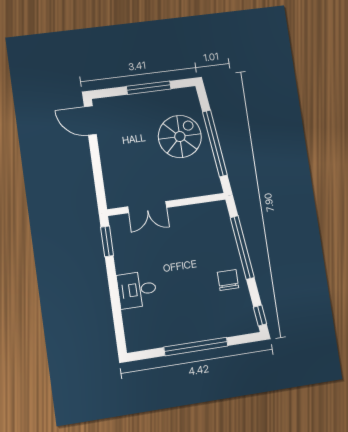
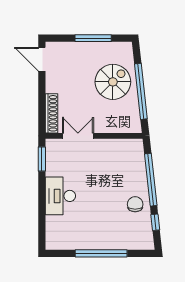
shoe rack: (111, 184) -> (52, 113), added
double door: (147, 207) -> (78, 136), swing flipped
desk: (137, 290) -> (60, 196), width x1.37
window: (260, 316) -> (155, 222), moved

